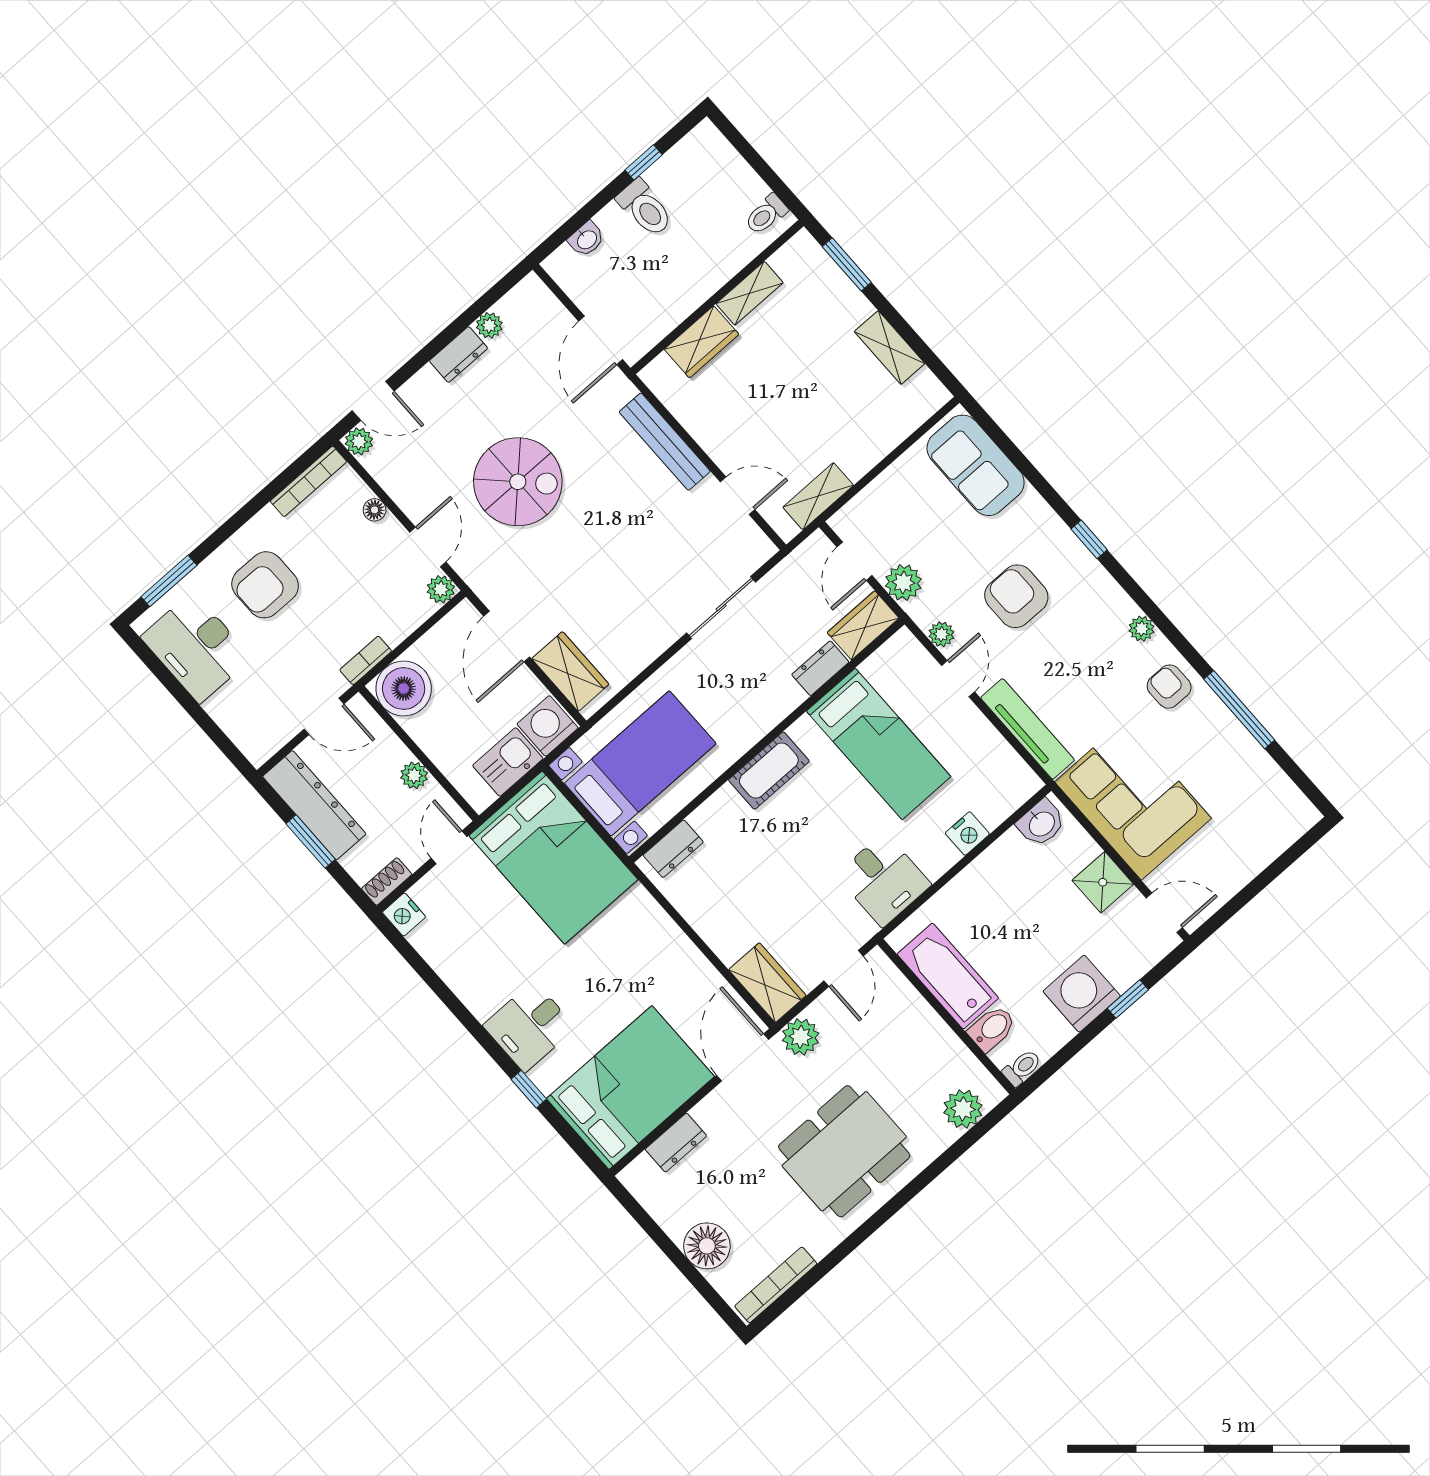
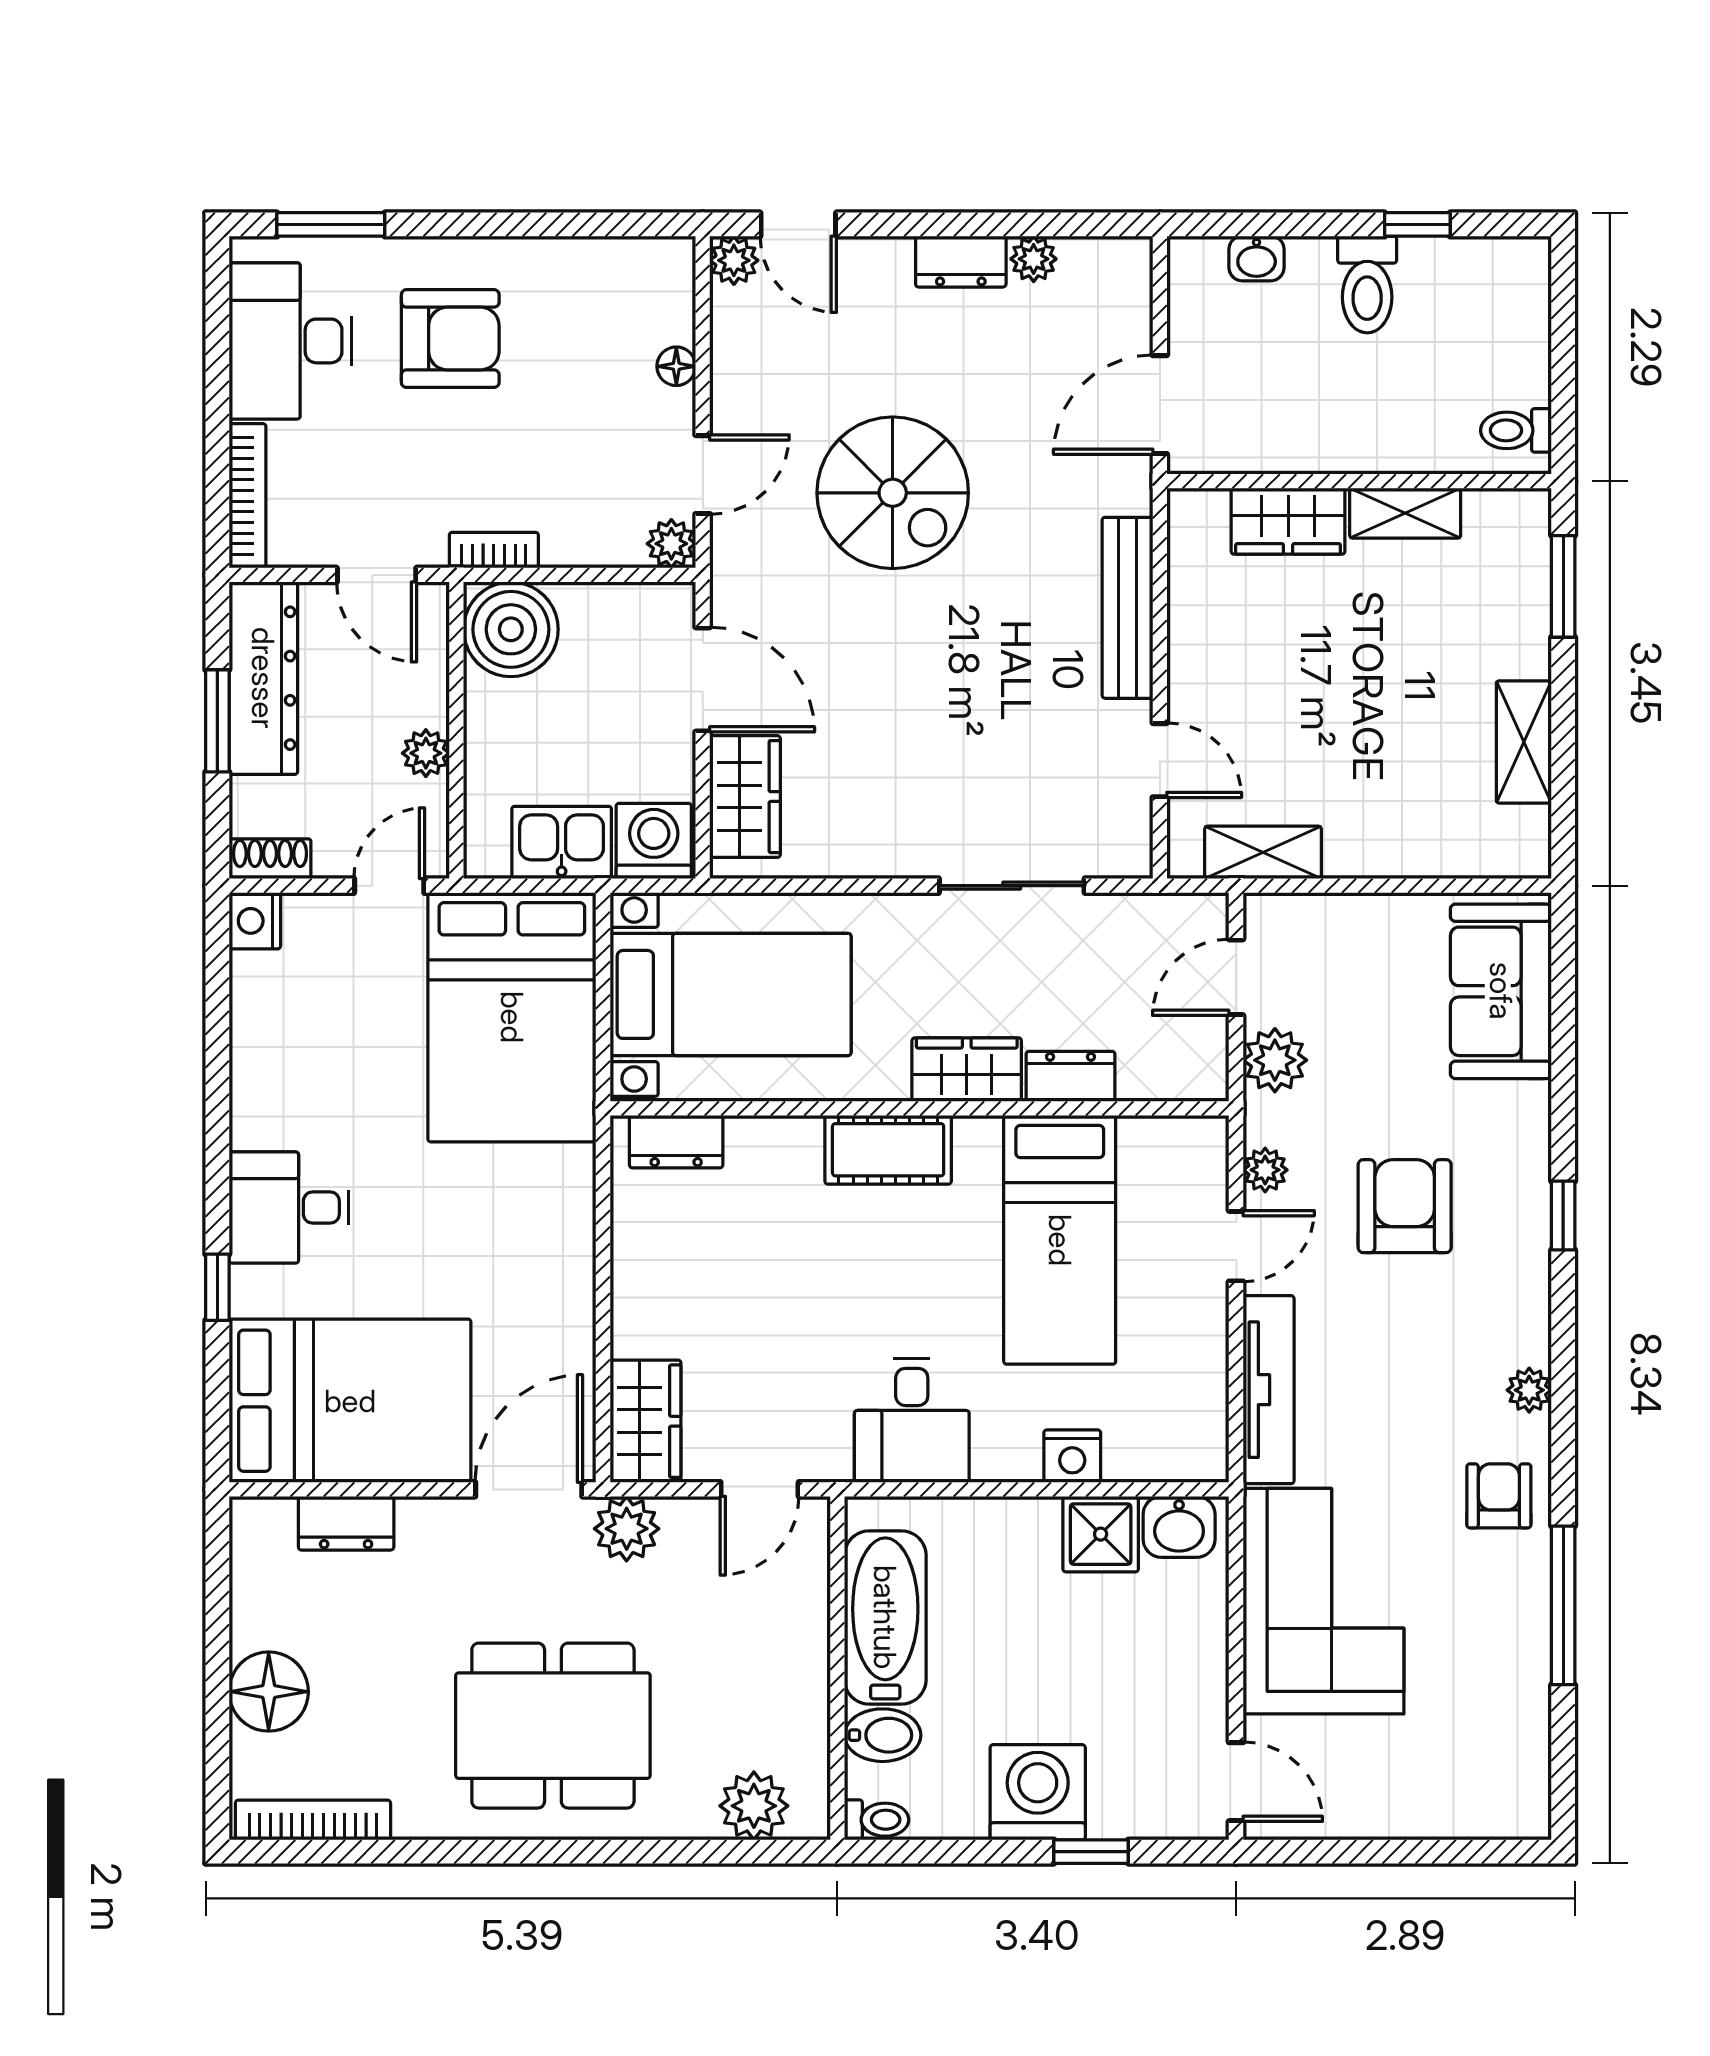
bookcase: (308, 481) -> (247, 496), moved, turned -90
armchair: (265, 585) -> (450, 339), turned 180
wardrobe: (863, 625) -> (967, 1070), moved
door: (507, 637) -> (703, 680), swing flipped
shower: (1103, 882) -> (1101, 1534), moved

